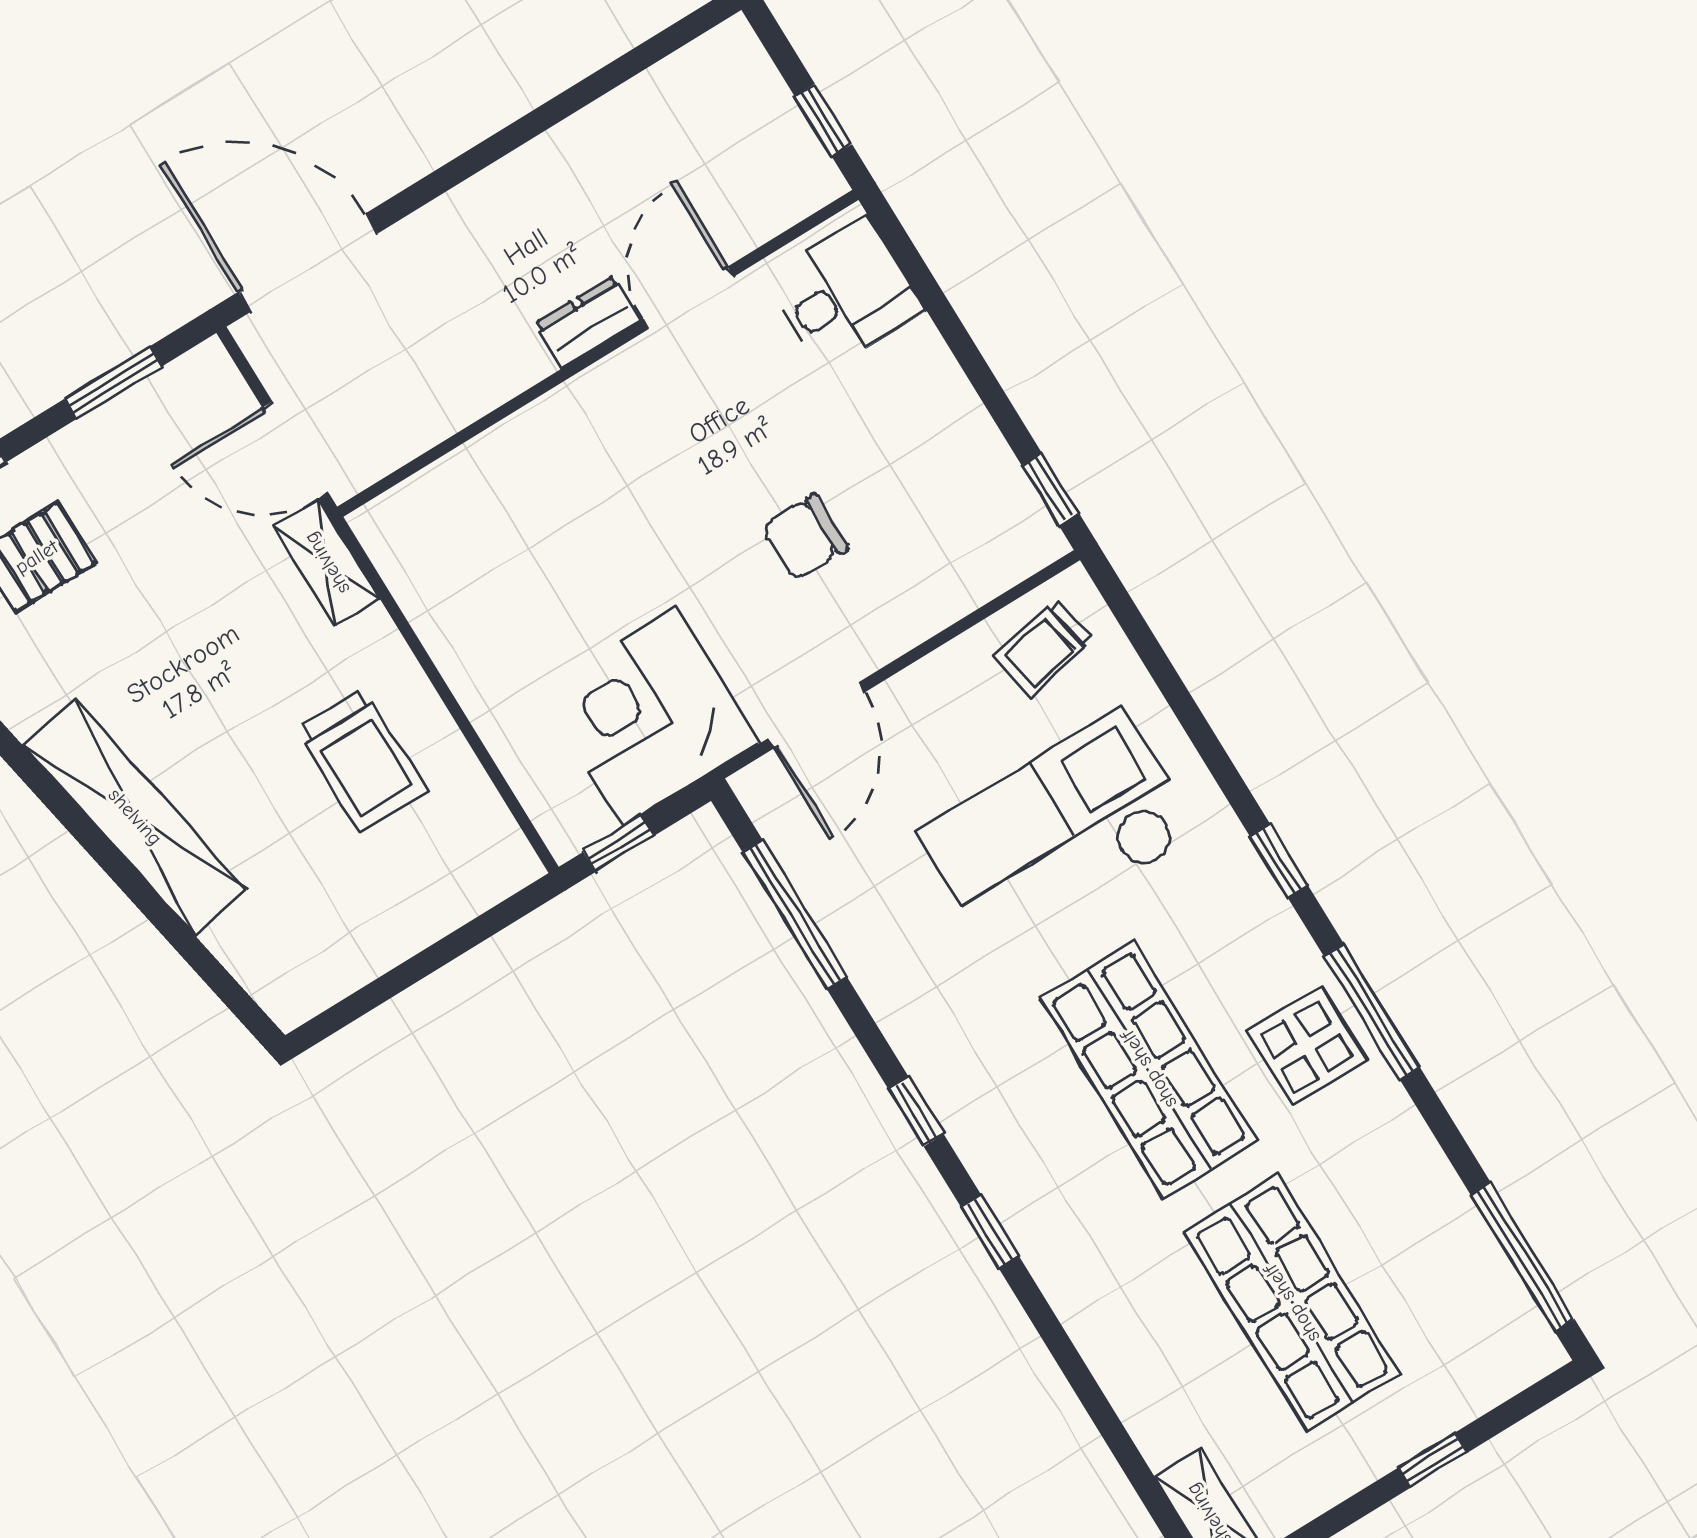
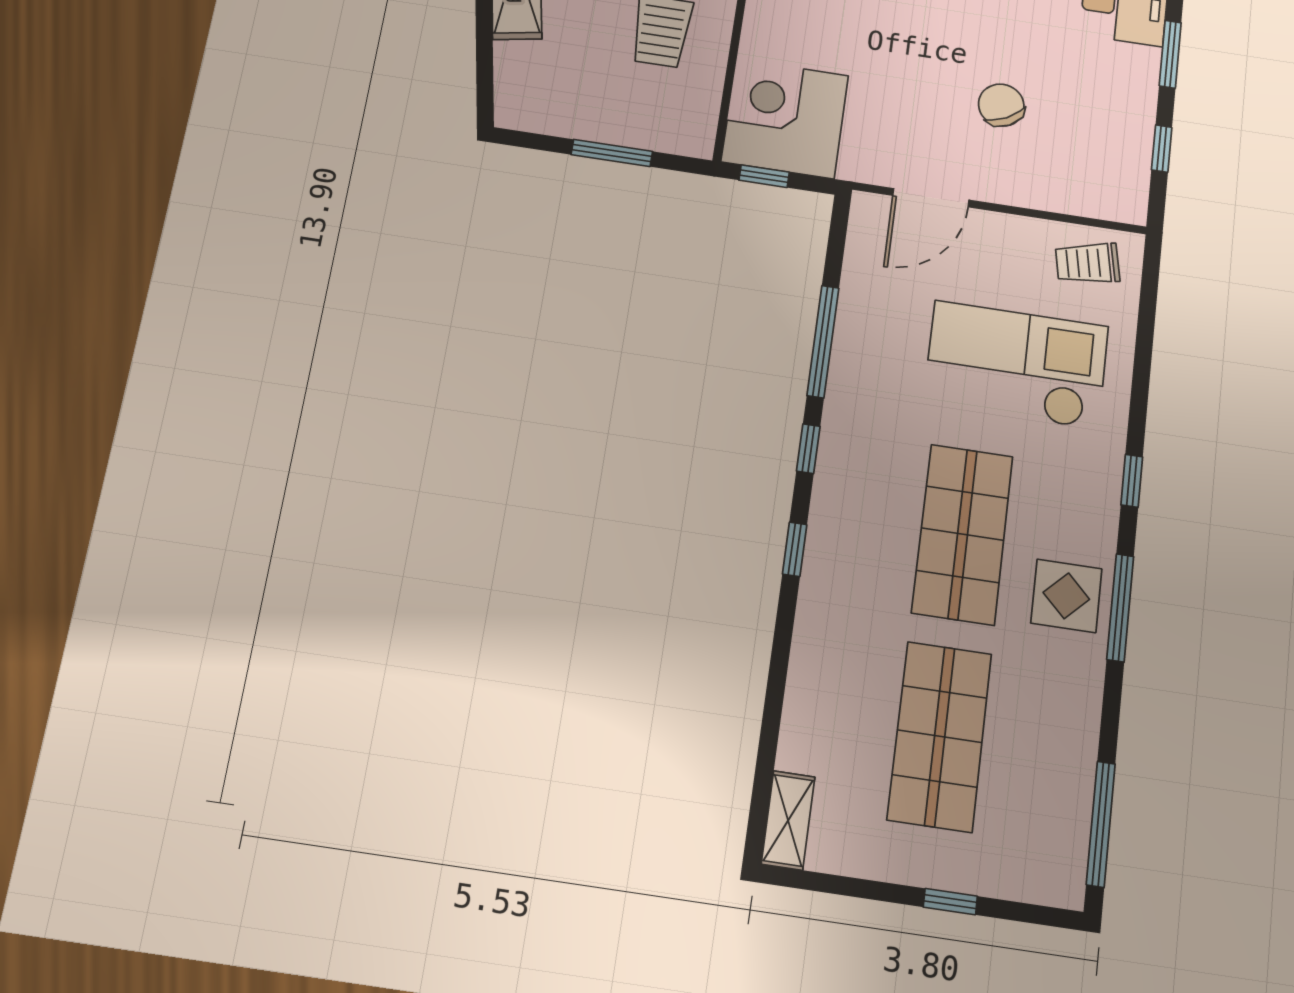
window: (941, 312) -> (1170, 54), added
window: (1050, 489) -> (1162, 149), moved
chair: (805, 537) -> (1001, 105), turned 62
corner desk: (649, 717) -> (785, 118), moved
window: (795, 914) -> (823, 341), moved
window: (435, 957) -> (612, 153), added

